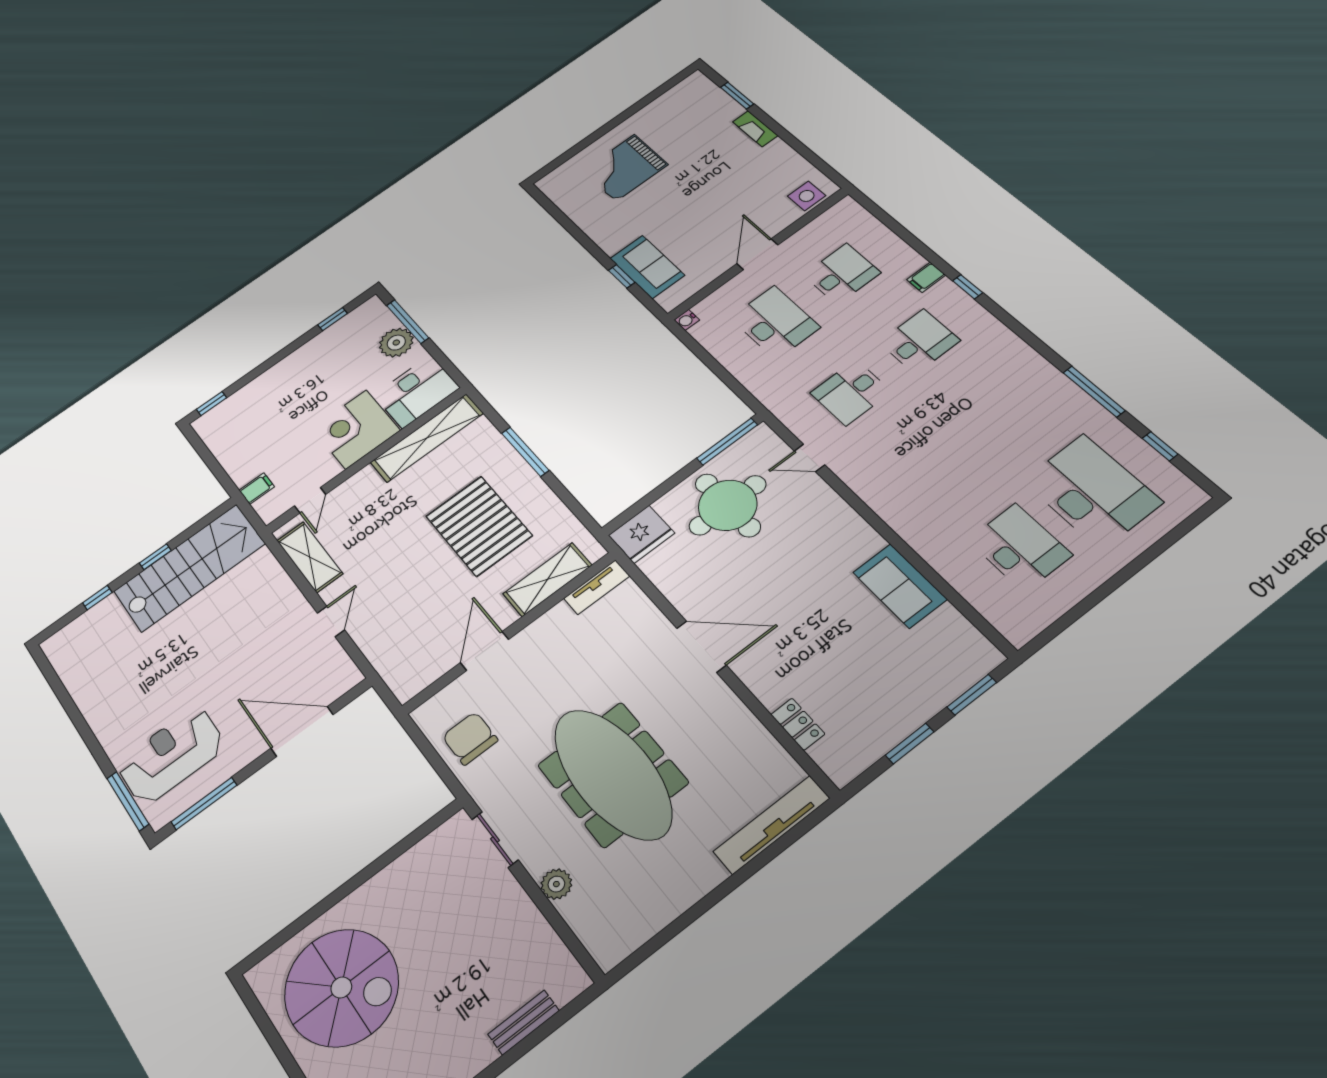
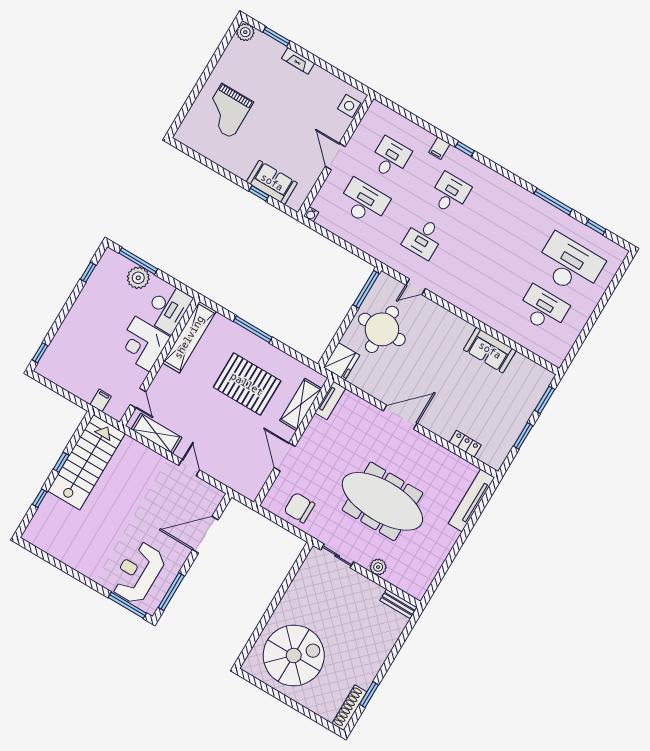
plant: (696, 83) -> (245, 32), added
bench: (524, 1022) -> (398, 604), moved, turned 90

